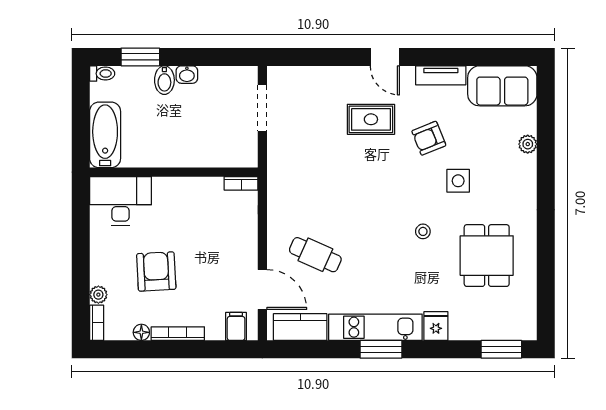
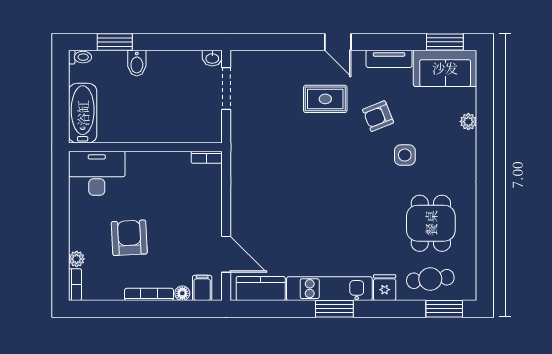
window: (502, 57) -> (445, 42), added
washbasin: (187, 75) -> (212, 58), moved
stool: (423, 231) -> (373, 201), removed
cafe table: (315, 255) -> (430, 279), moved, turned -30
floor lamp: (141, 332) -> (182, 293), moved

